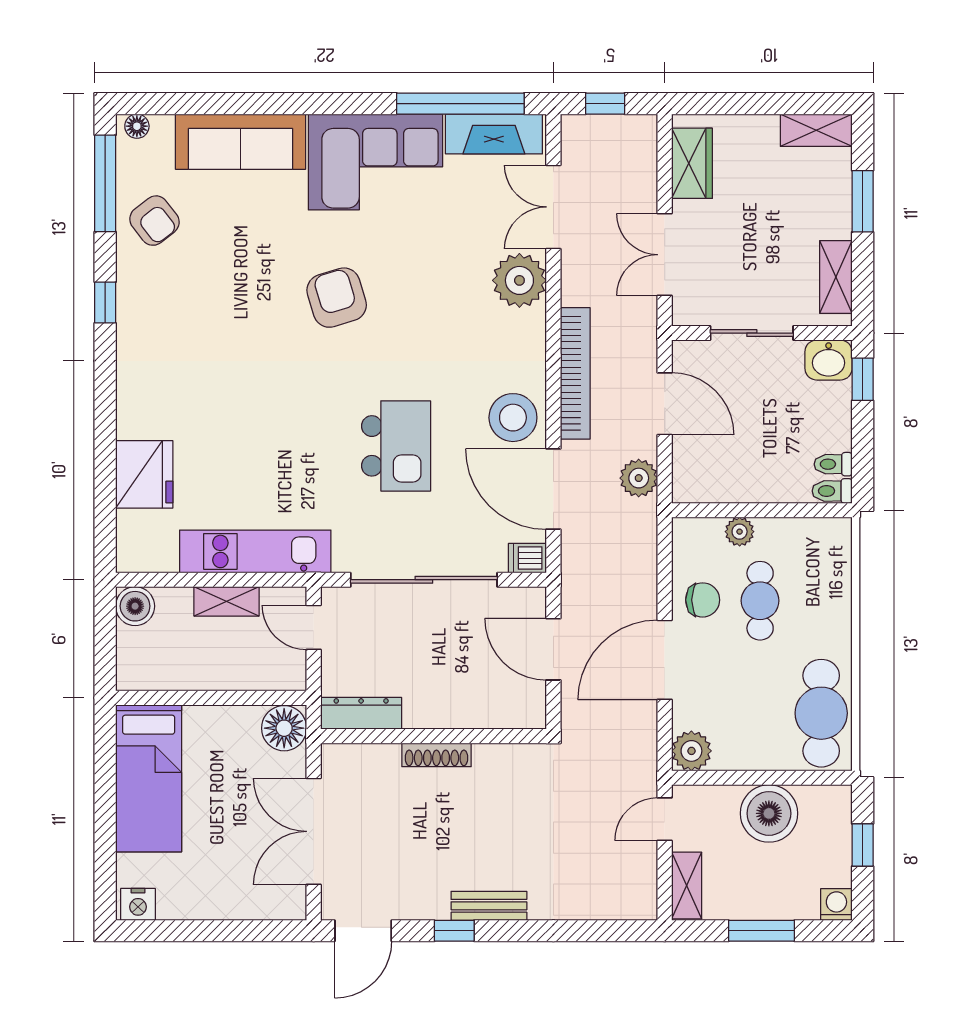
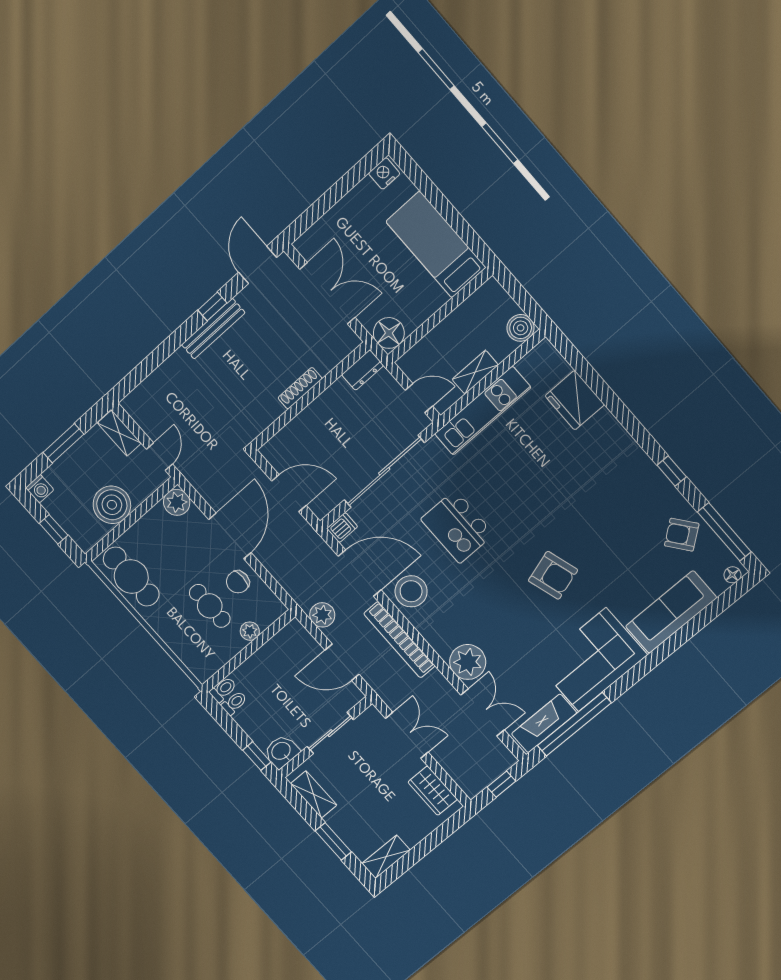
dresser: (361, 713) -> (363, 370), width x0.70
bench: (489, 906) -> (213, 329), width x1.36

